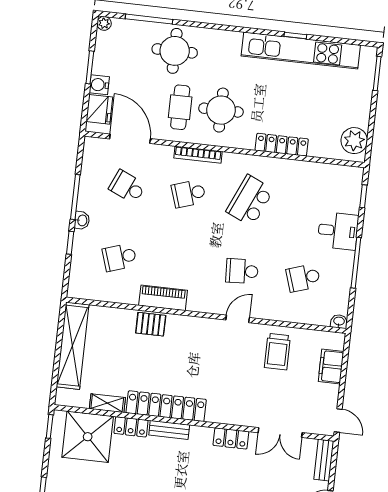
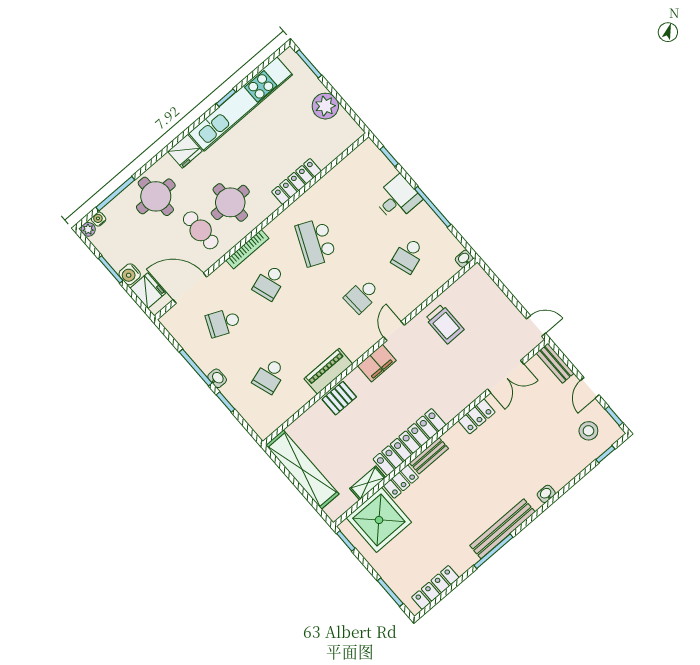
water cooler: (119, 24) -> (99, 219), added
fridge: (228, 42) -> (185, 151), added
plant: (354, 141) -> (325, 106), moved
filing cabinet: (331, 367) -> (377, 363), moved, turned -90

